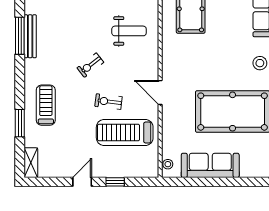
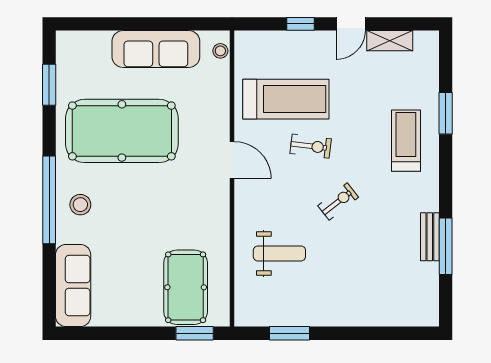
weight bench: (129, 31) -> (279, 253), turned 180
bench: (30, 36) -> (430, 237), width x0.73
treadmill: (46, 105) -> (406, 141), turned 180
shelving: (31, 163) -> (390, 41), moved, turned 90

